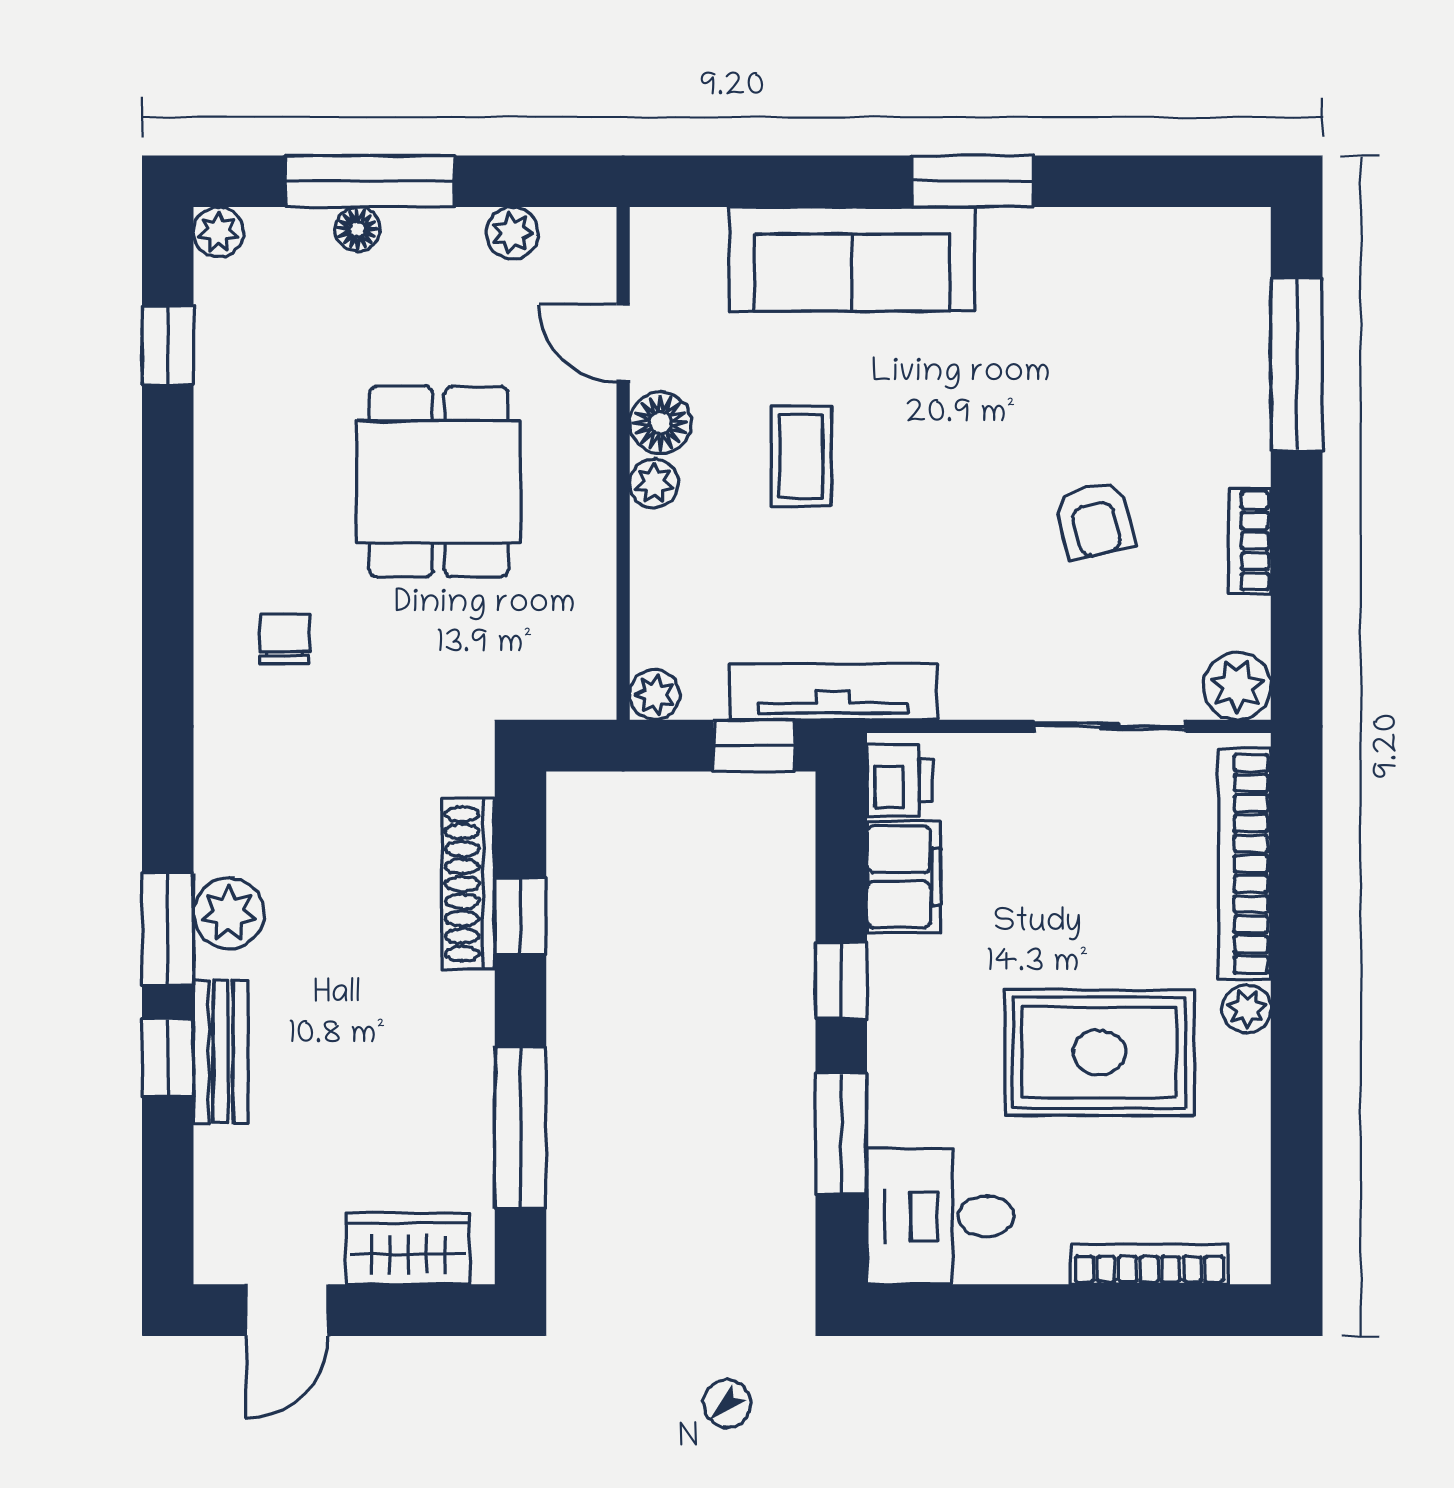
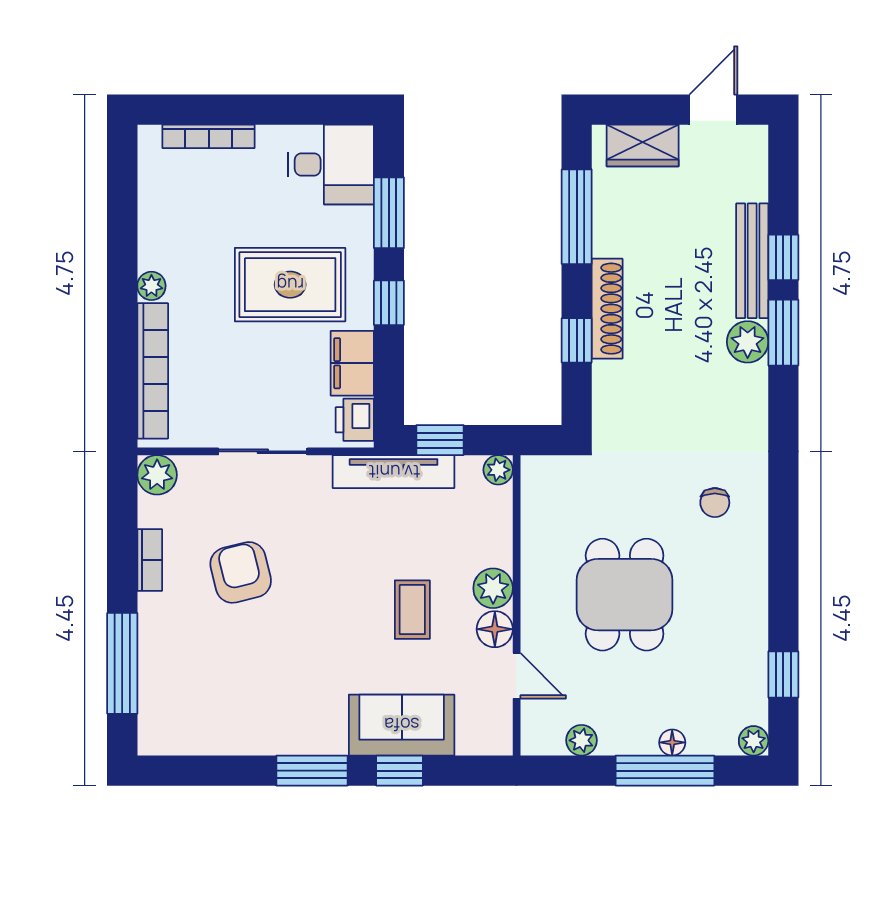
window: (823, 181) -> (400, 771), added
sofa: (852, 259) -> (402, 725), width x0.73
plant: (654, 483) -> (493, 588), width x1.38, depth x1.38
armchair: (1094, 520) -> (241, 572), width x1.38, depth x1.38
sliding door: (1110, 726) -> (263, 451), moved
shoe rack: (468, 884) -> (607, 309), moved
bench: (221, 1052) -> (752, 261), width x1.36
rug: (1099, 1052) -> (290, 285), moved

